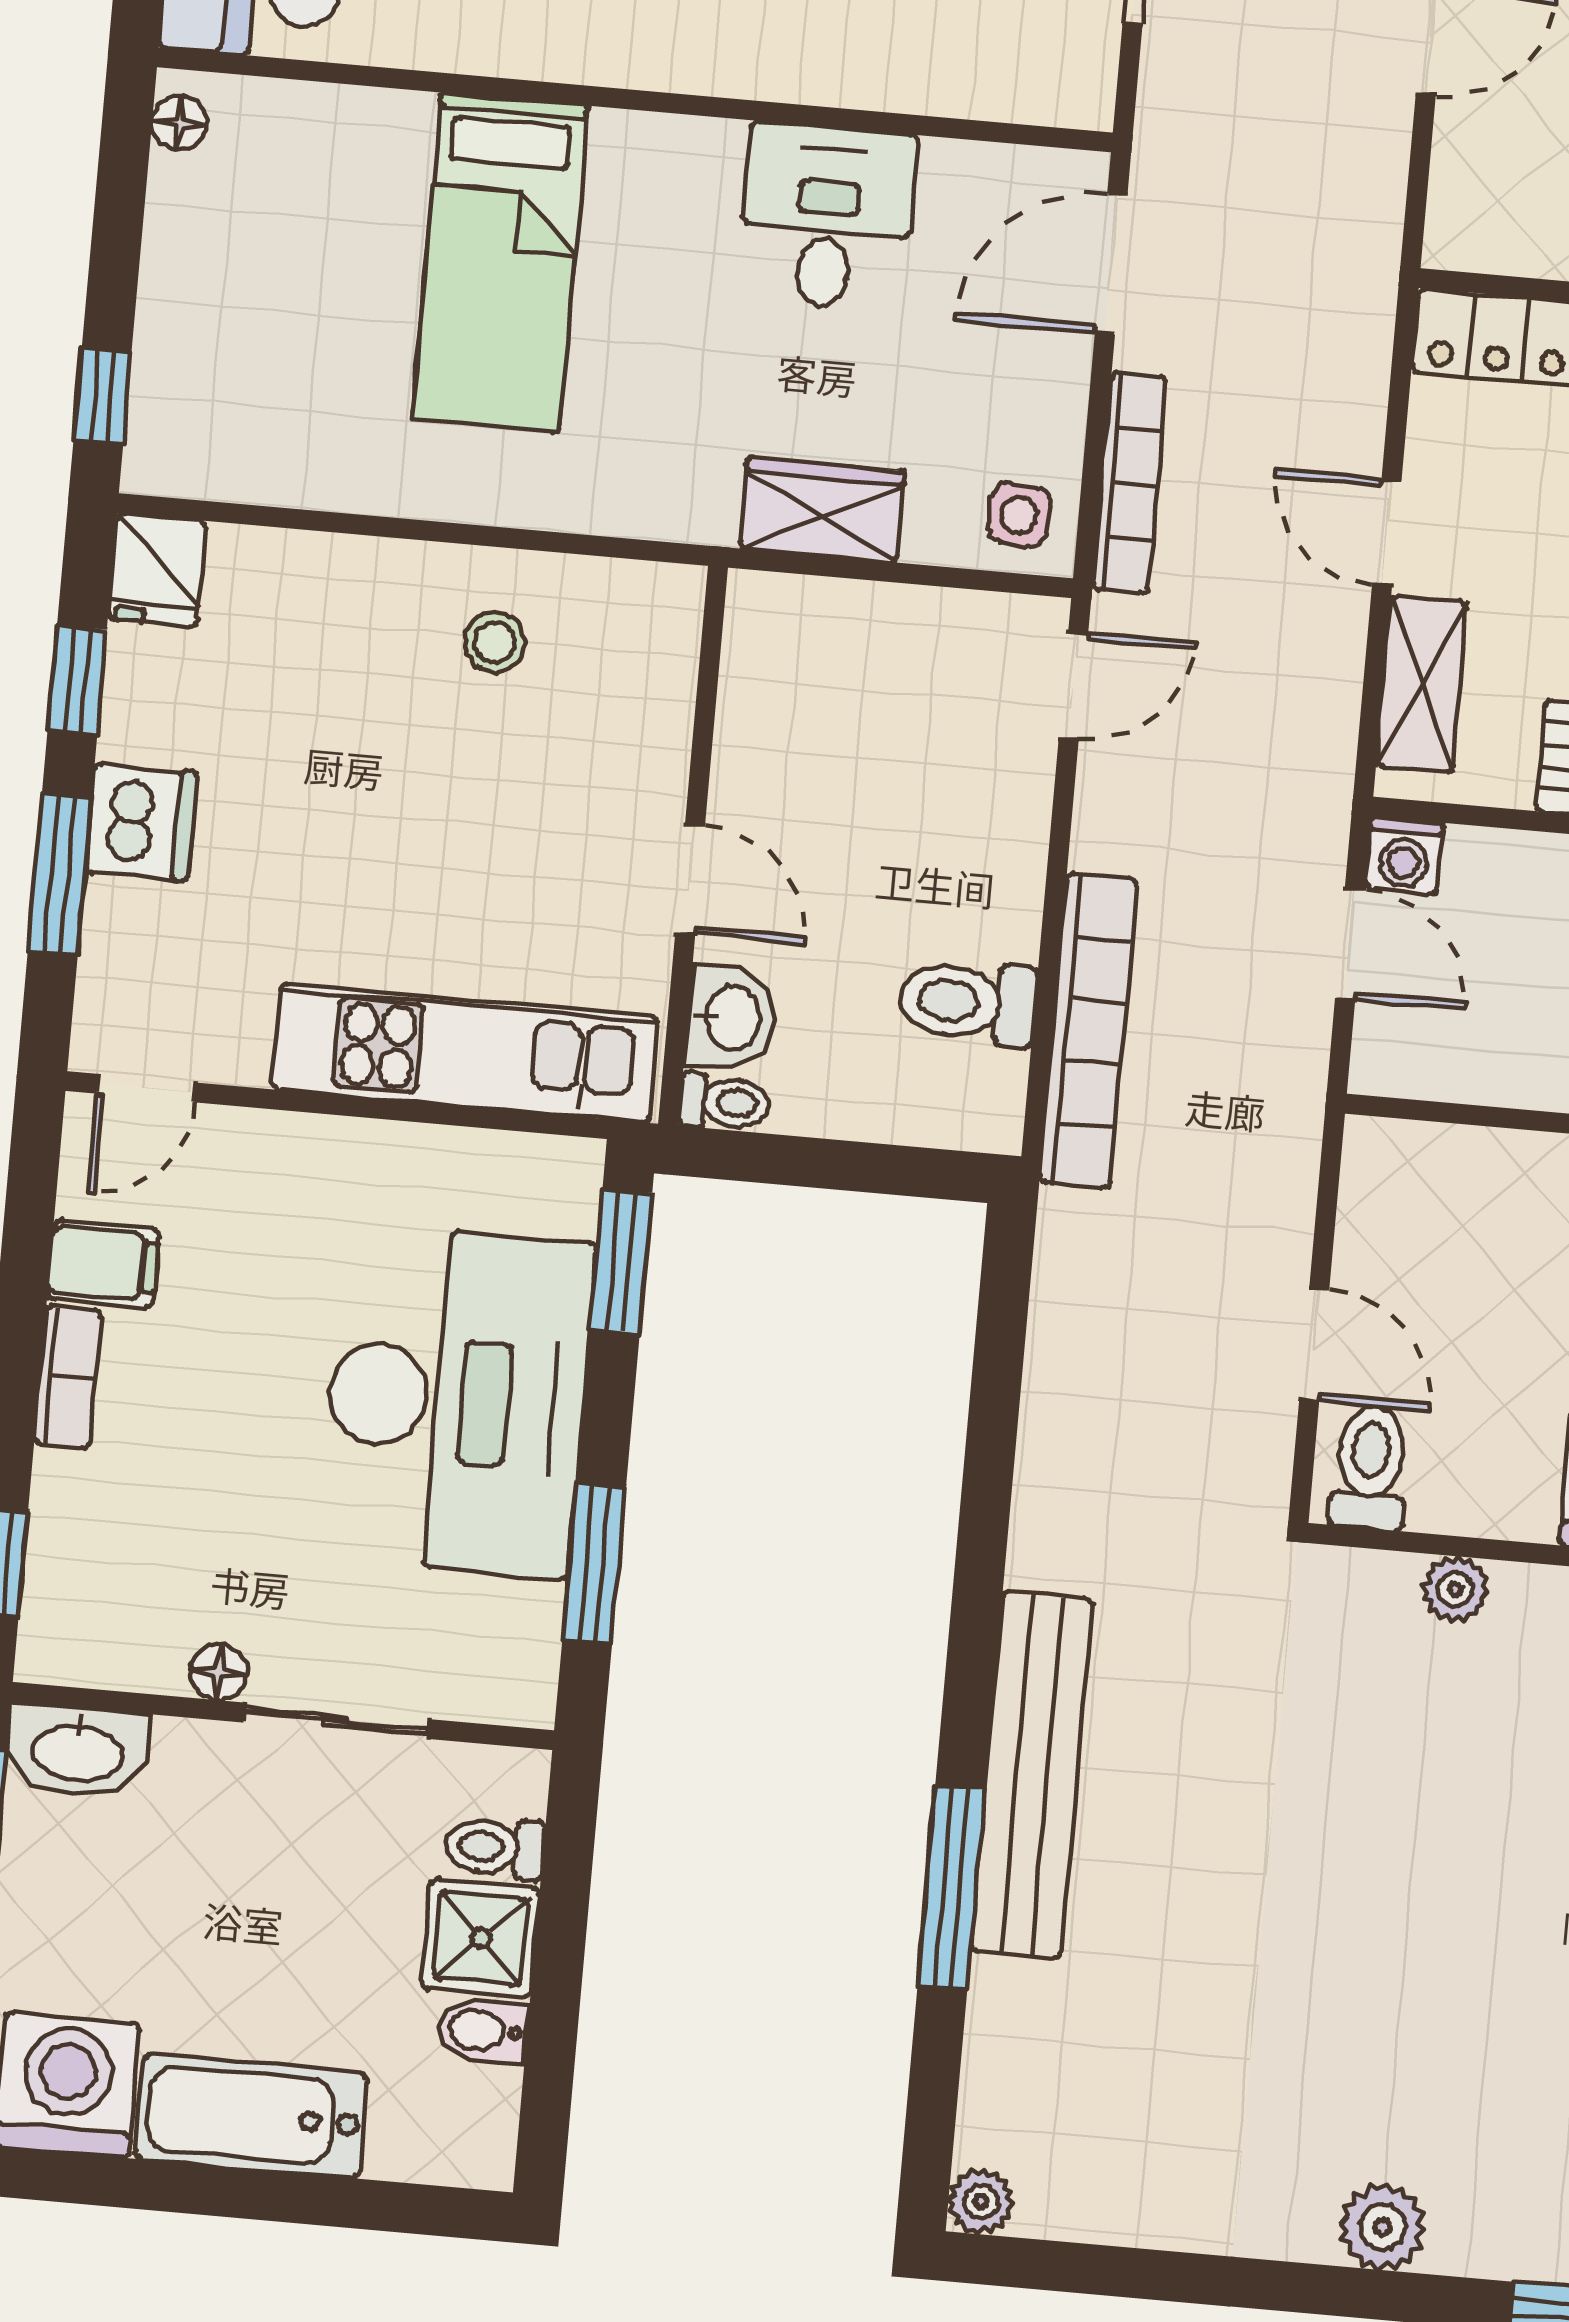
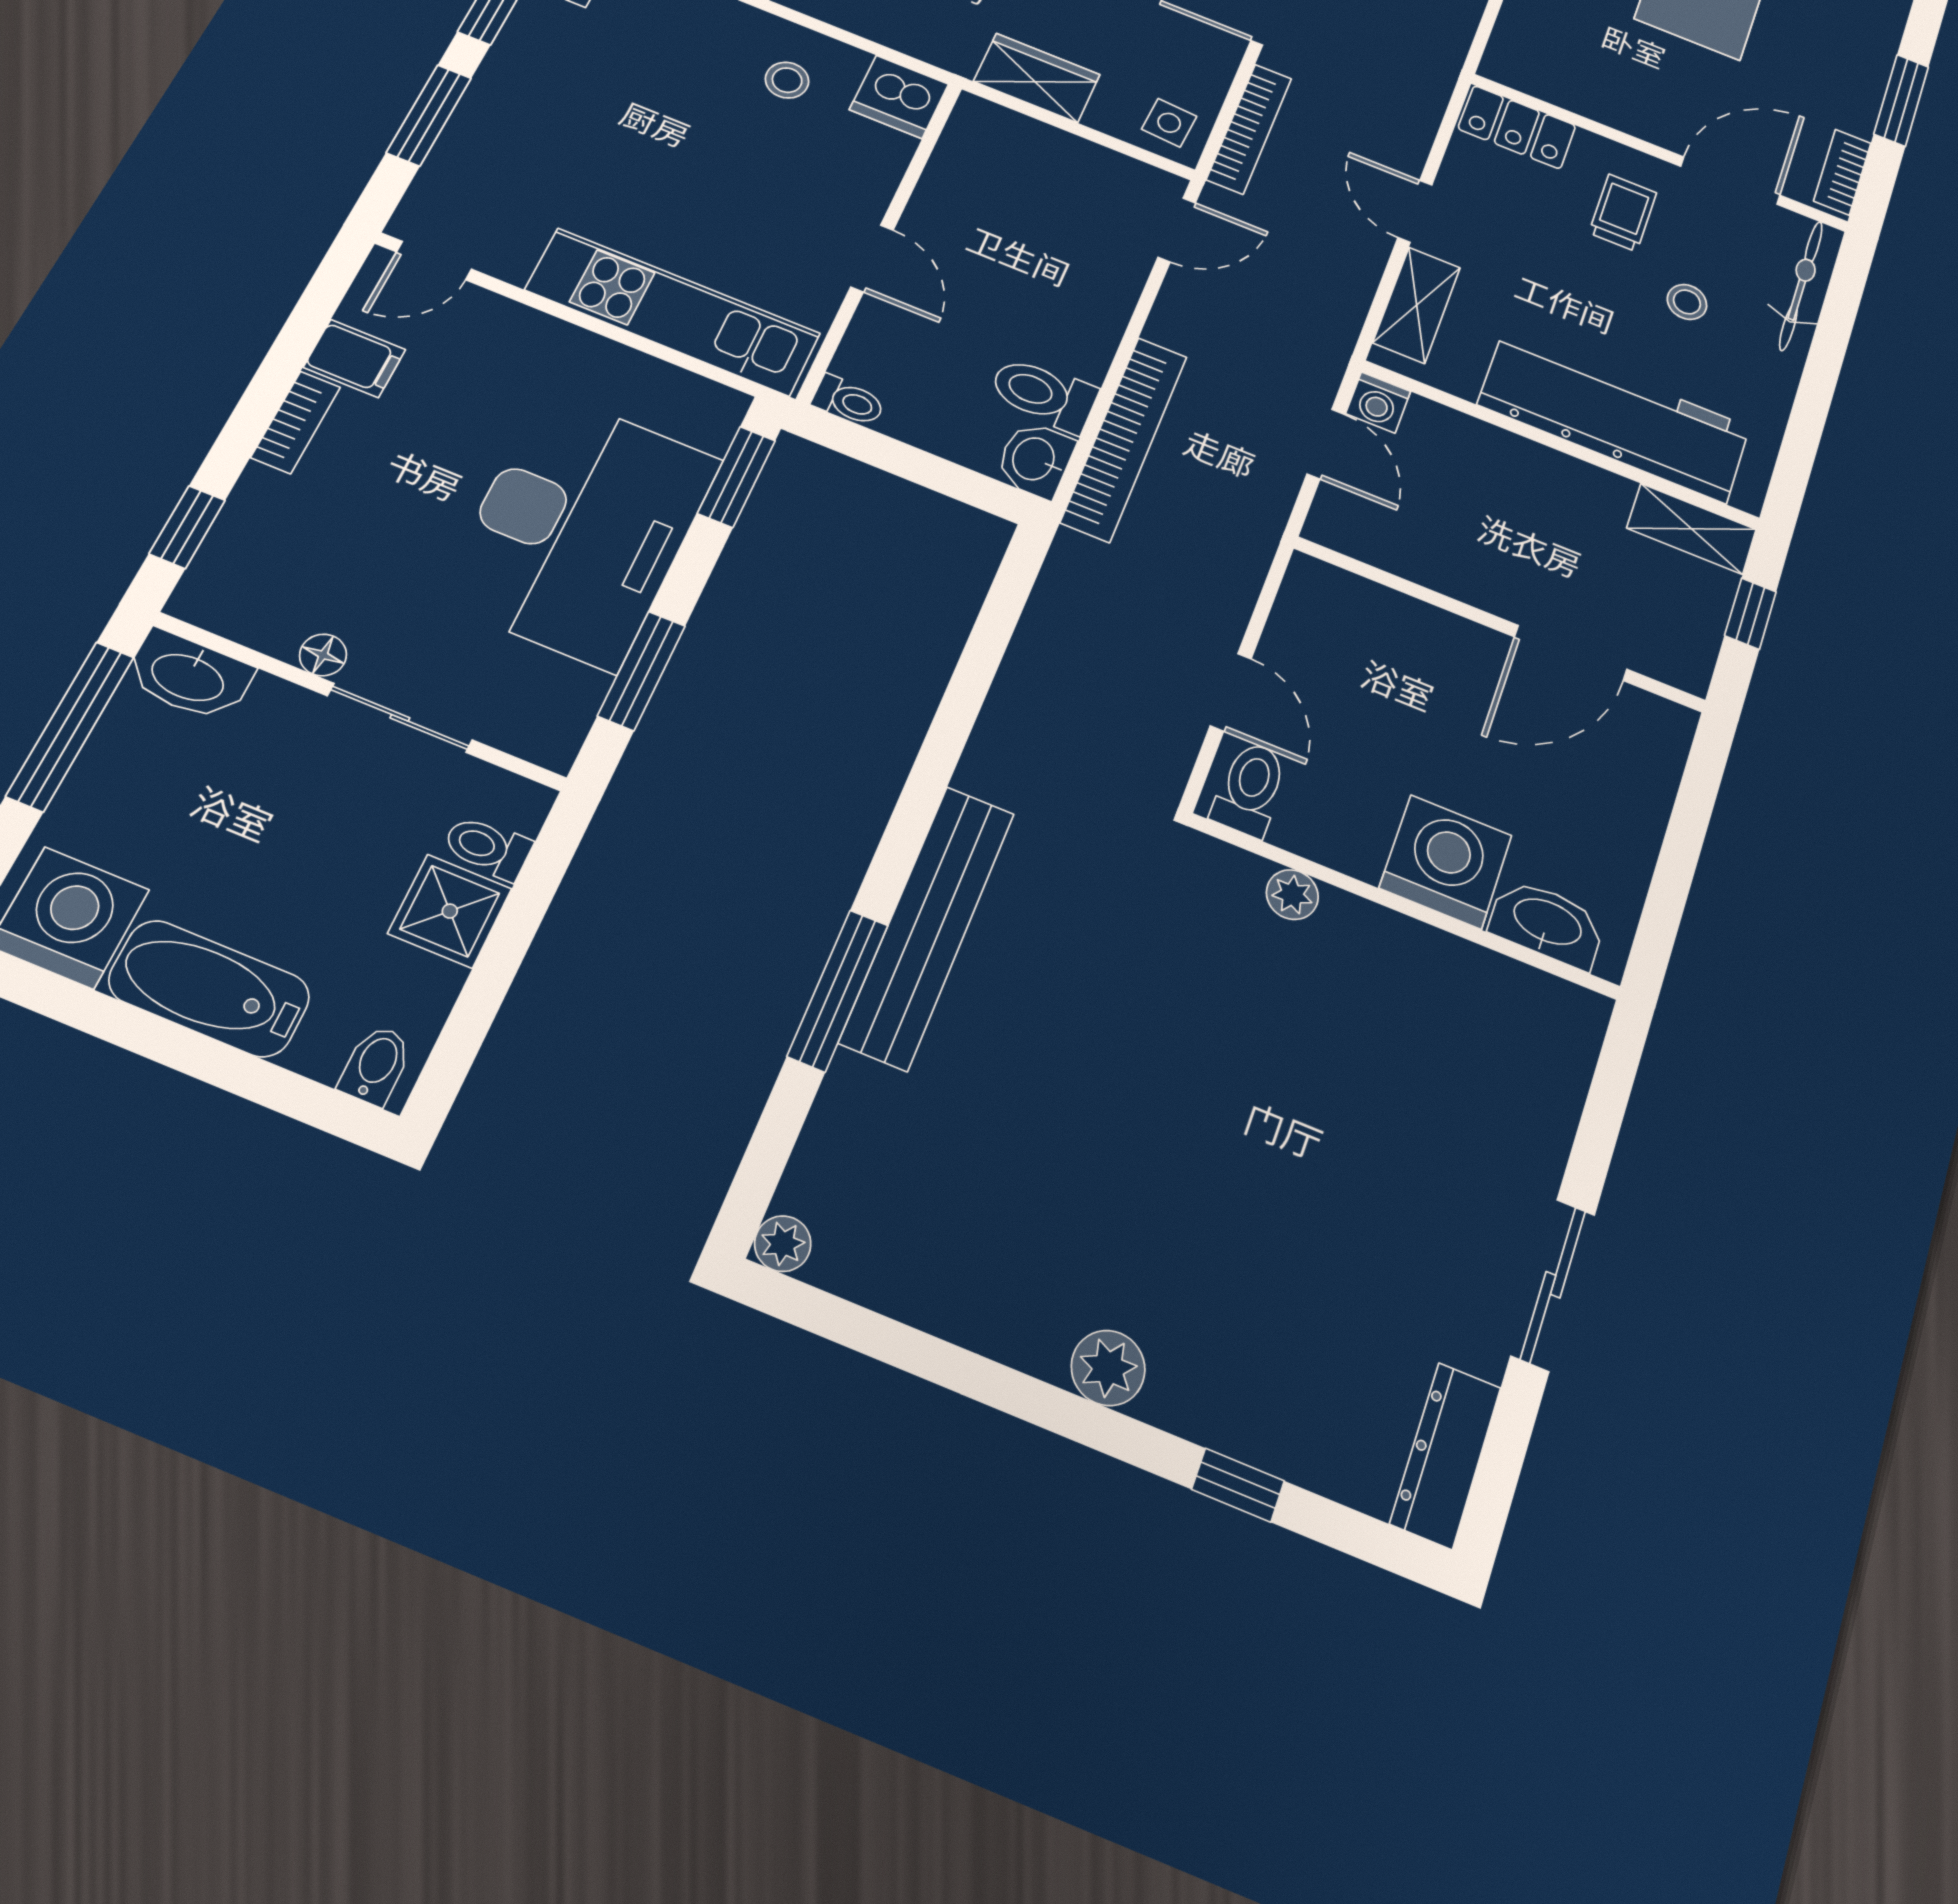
dishwasher: (141, 822) -> (899, 97), moved, turned 90
washbasin: (731, 1018) -> (1035, 459), moved, turned 180
bidet: (483, 2031) -> (376, 1065), moved, turned 90

